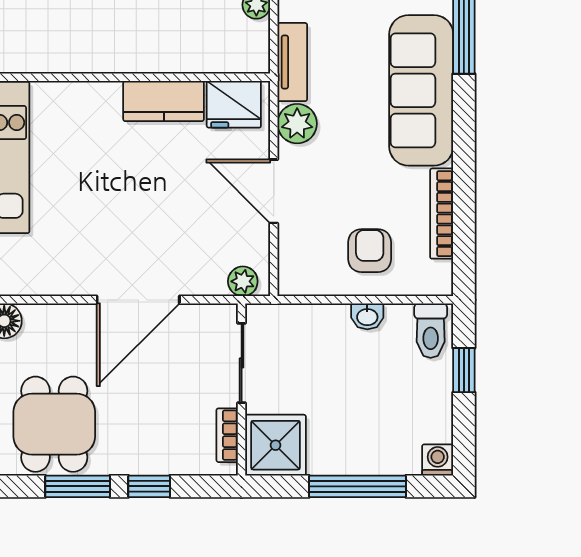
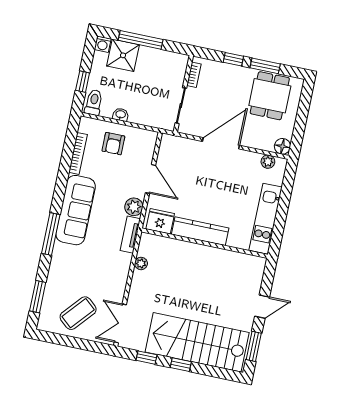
kitchen counter: (164, 101) -> (200, 231), width x1.50
plant: (243, 281) -> (268, 162), moved
shower: (276, 445) -> (123, 55), moved

